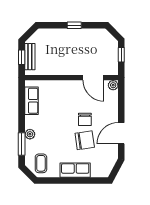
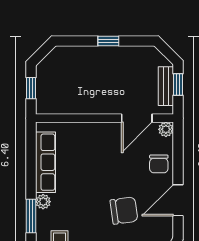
bench: (30, 57) -> (166, 86), moved
door: (93, 78) -> (137, 118), hinge flipped
row of seats: (31, 101) -> (45, 162), width x1.48
chair: (85, 119) -> (159, 164), moved

